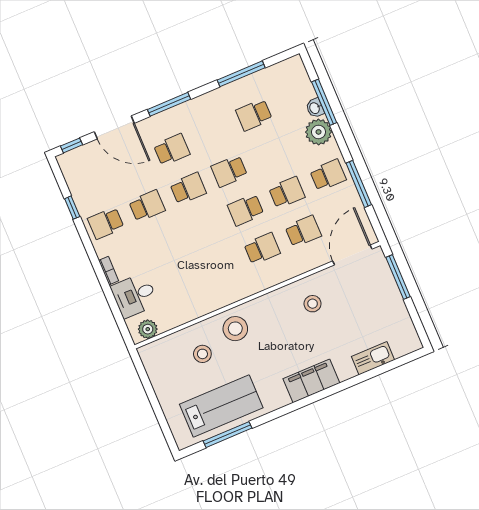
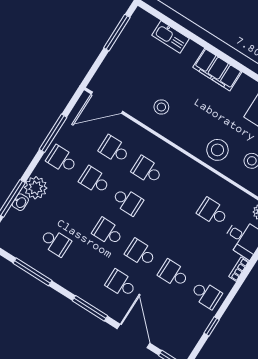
school desk: (229, 171) -> (108, 232), turned 180
window: (398, 277) -> (117, 33), moved
school desk: (180, 283) -> (213, 212), added

